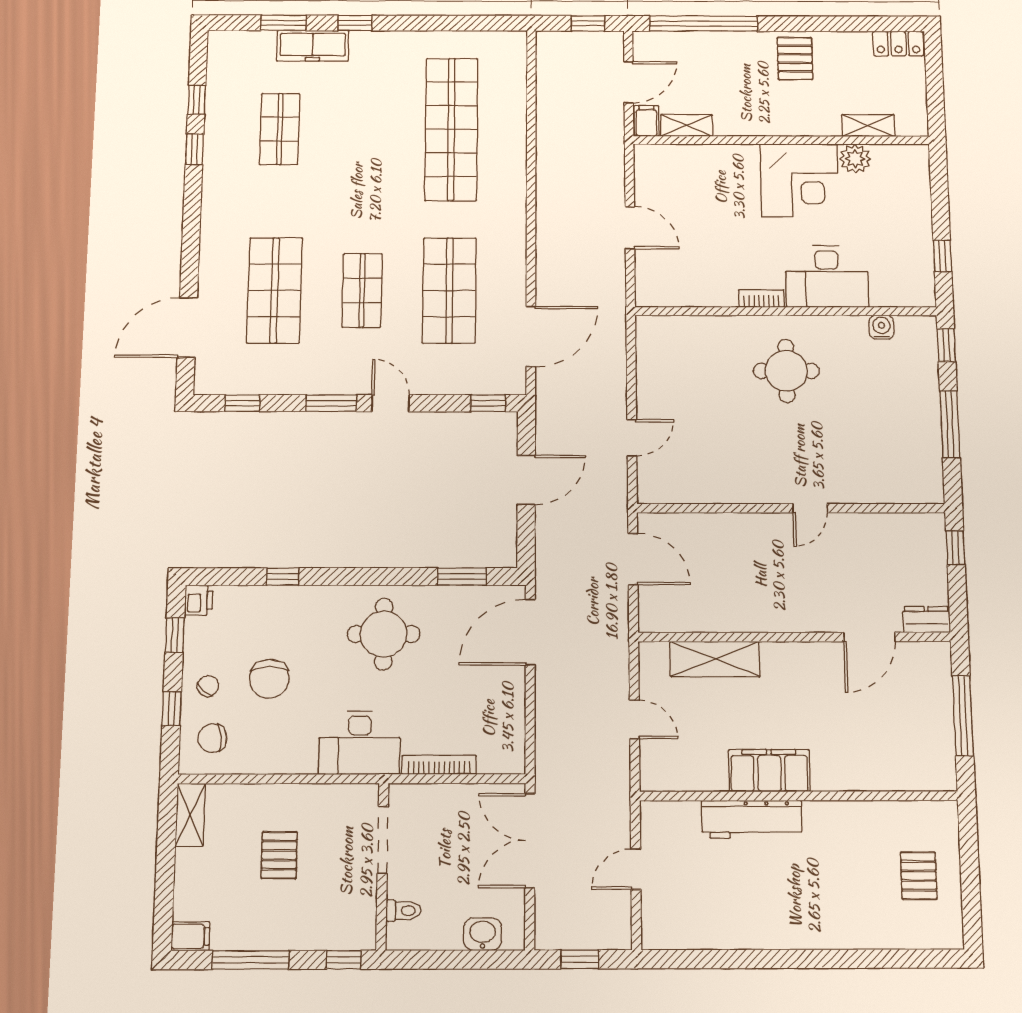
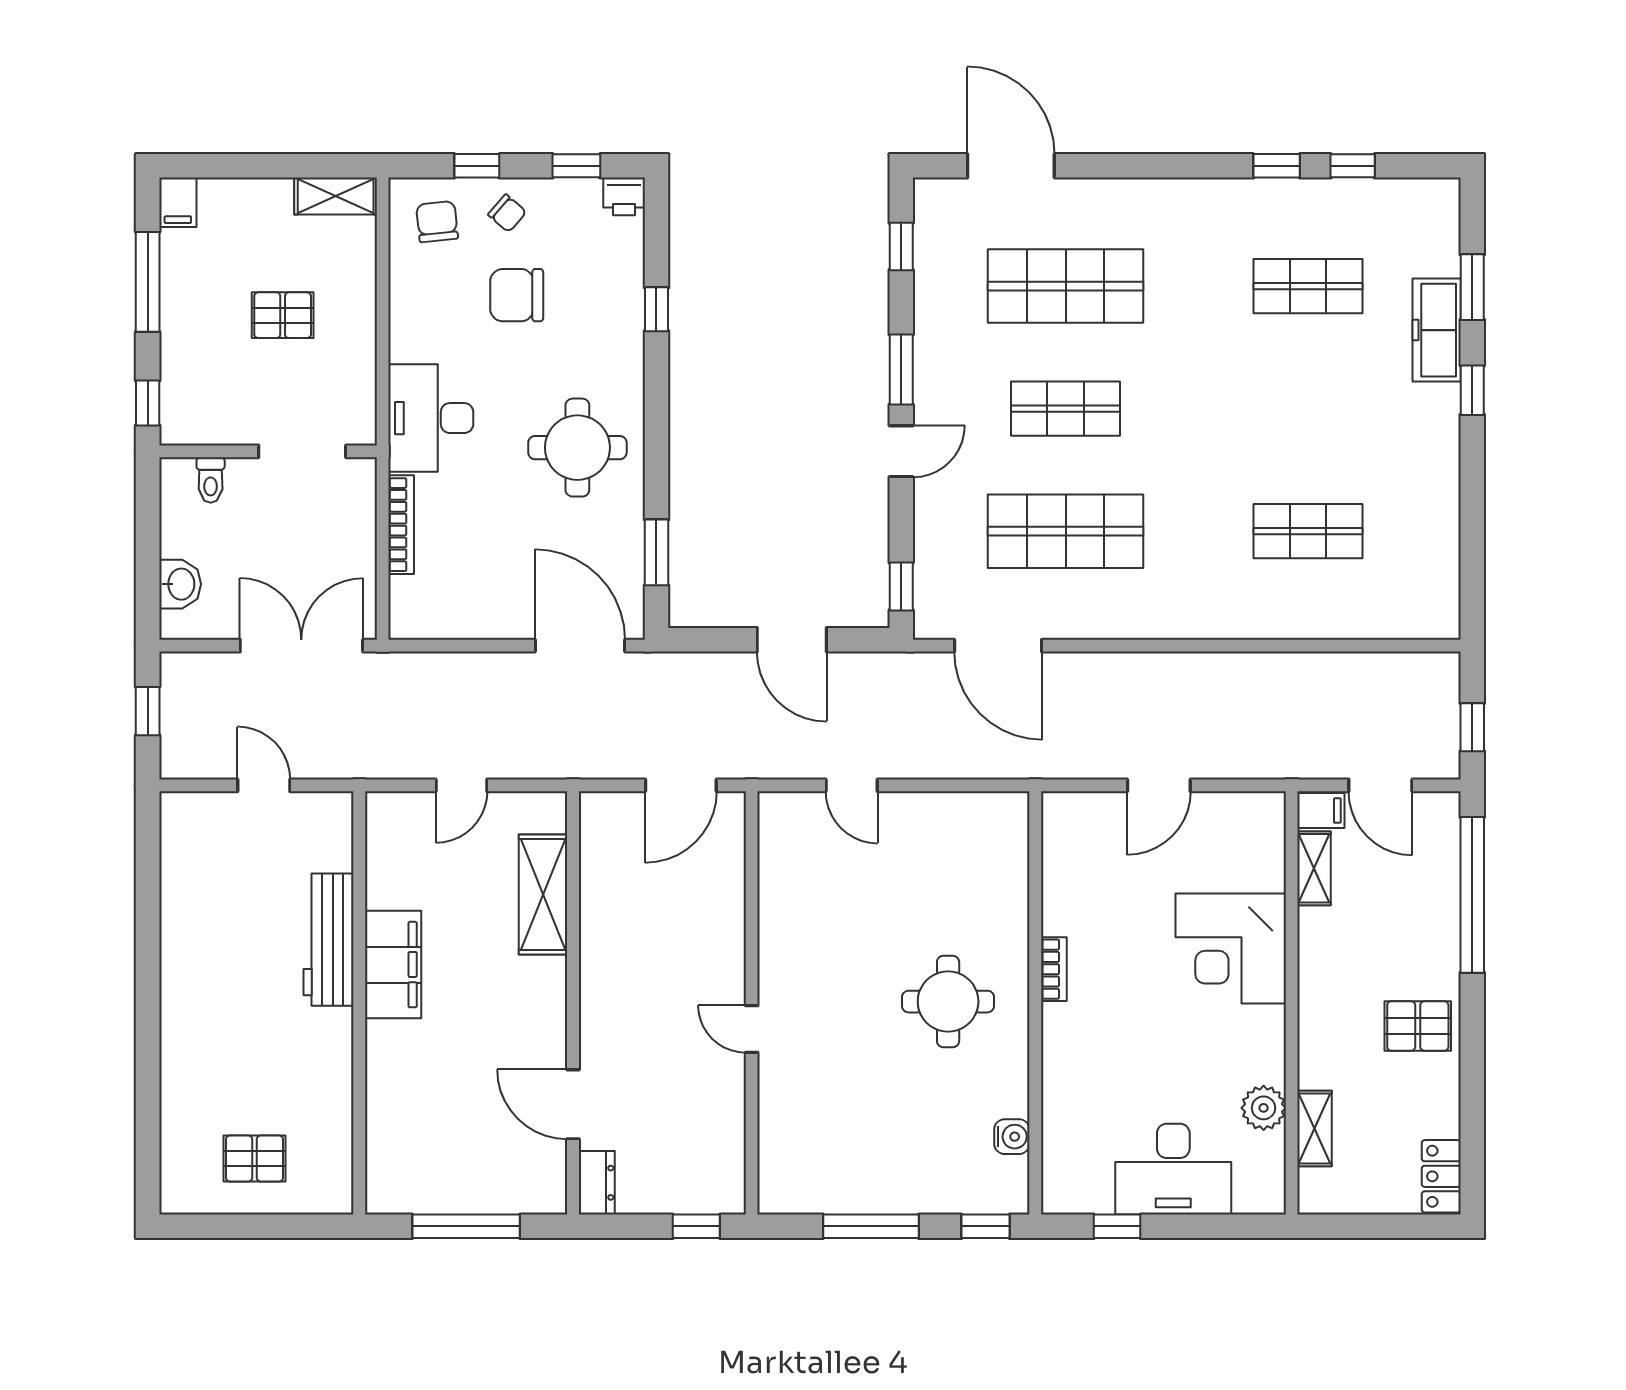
shop shelf: (451, 129) -> (1308, 531), width x0.50, depth x0.74
corner desk: (799, 180) -> (1231, 948), moved
desk: (827, 276) -> (1173, 1169), moved, turned -90

